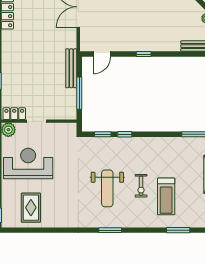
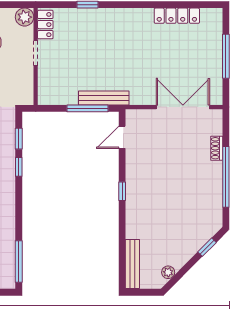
door: (102, 54) -> (122, 137), hinge flipped
window: (79, 93) -> (87, 108), moved

